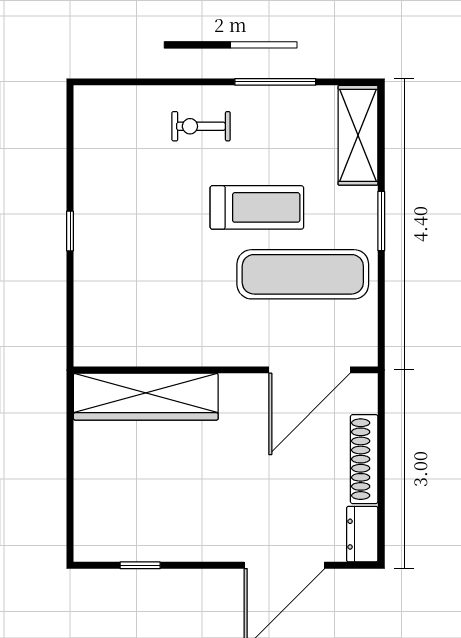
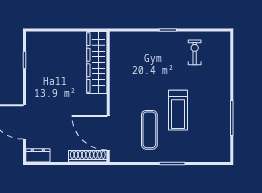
exercise bike: (201, 126) -> (195, 52), moved
shelving: (358, 135) -> (209, 154), removed
exercise mat: (303, 274) -> (149, 130), width x0.73, depth x0.69
shoe rack: (364, 459) -> (88, 156), moved

